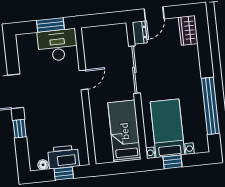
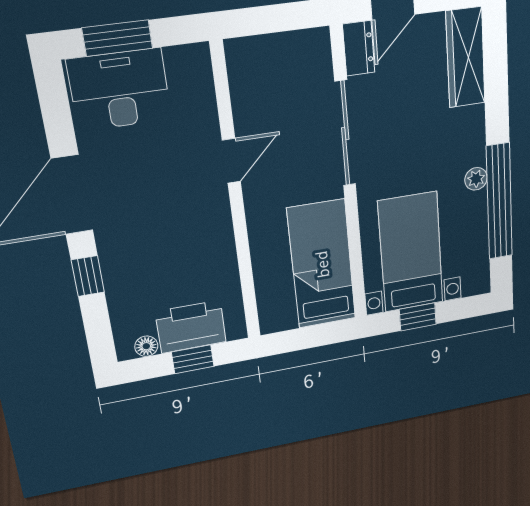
window: (50, 25) -> (117, 38), moved
wardrobe: (188, 30) -> (466, 58), width x1.50
desk: (58, 45) -> (119, 90), moved
plant: (198, 94) -> (476, 179), added

